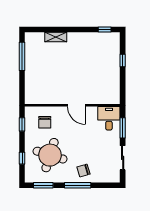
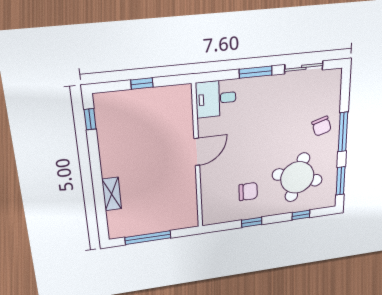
wall: (72, 105) -> (197, 158), moved
door: (76, 105) -> (197, 152), moved
desk: (109, 118) -> (216, 99), moved

